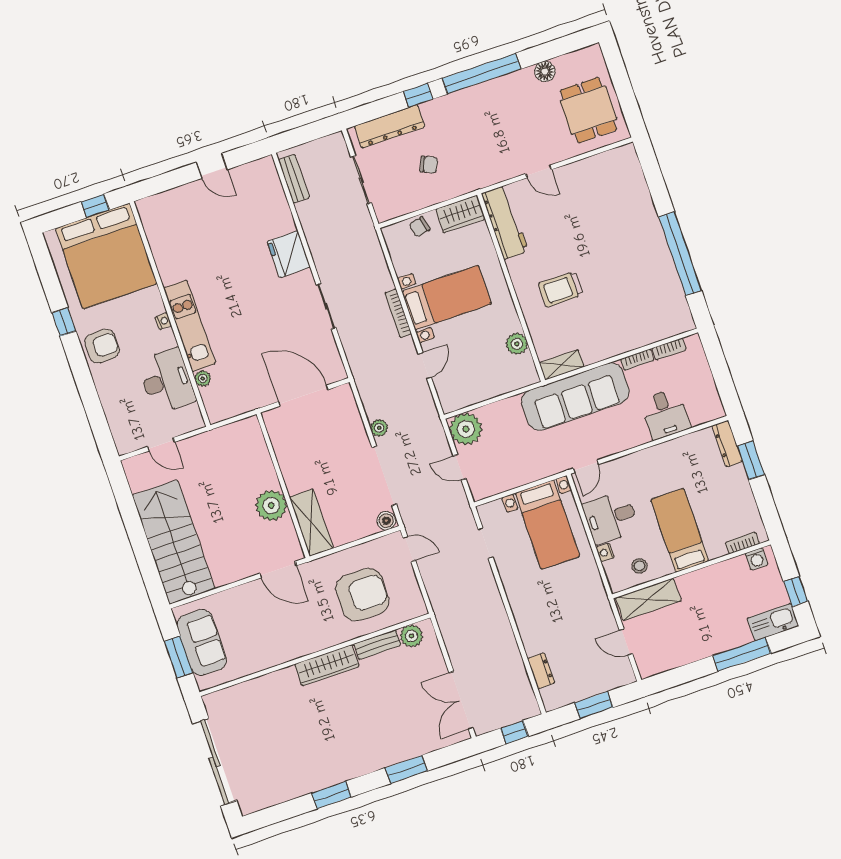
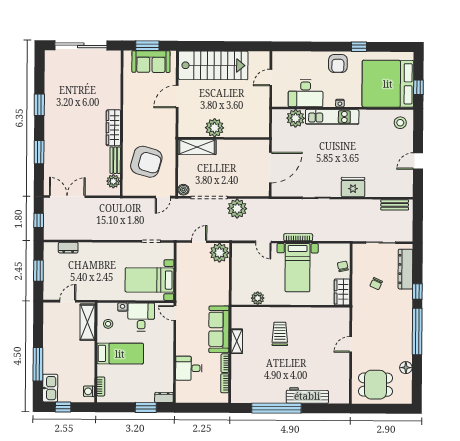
stool: (161, 215) -> (400, 123), added
workbench: (505, 222) -> (307, 396), moved, turned 180
shelving: (562, 365) -> (237, 341), moved
plant: (203, 379) -> (296, 118), width x1.88, depth x1.88
sofa: (575, 397) -> (219, 329), width x0.74, depth x0.79
plant: (379, 428) -> (237, 209), width x1.88, depth x1.88
dresser: (727, 444) -> (164, 397), width x0.70
door: (278, 570) -> (177, 96), moved
armchair: (362, 595) -> (146, 162), turned -74

